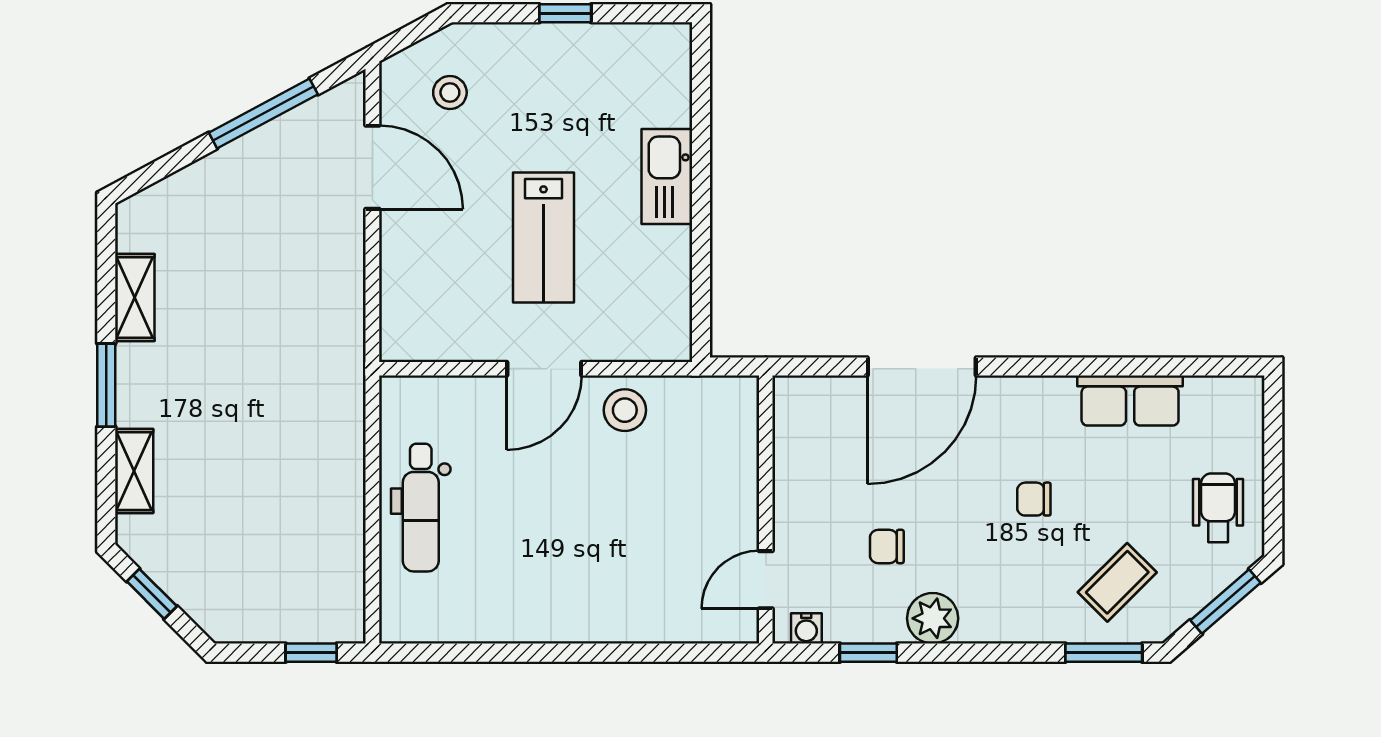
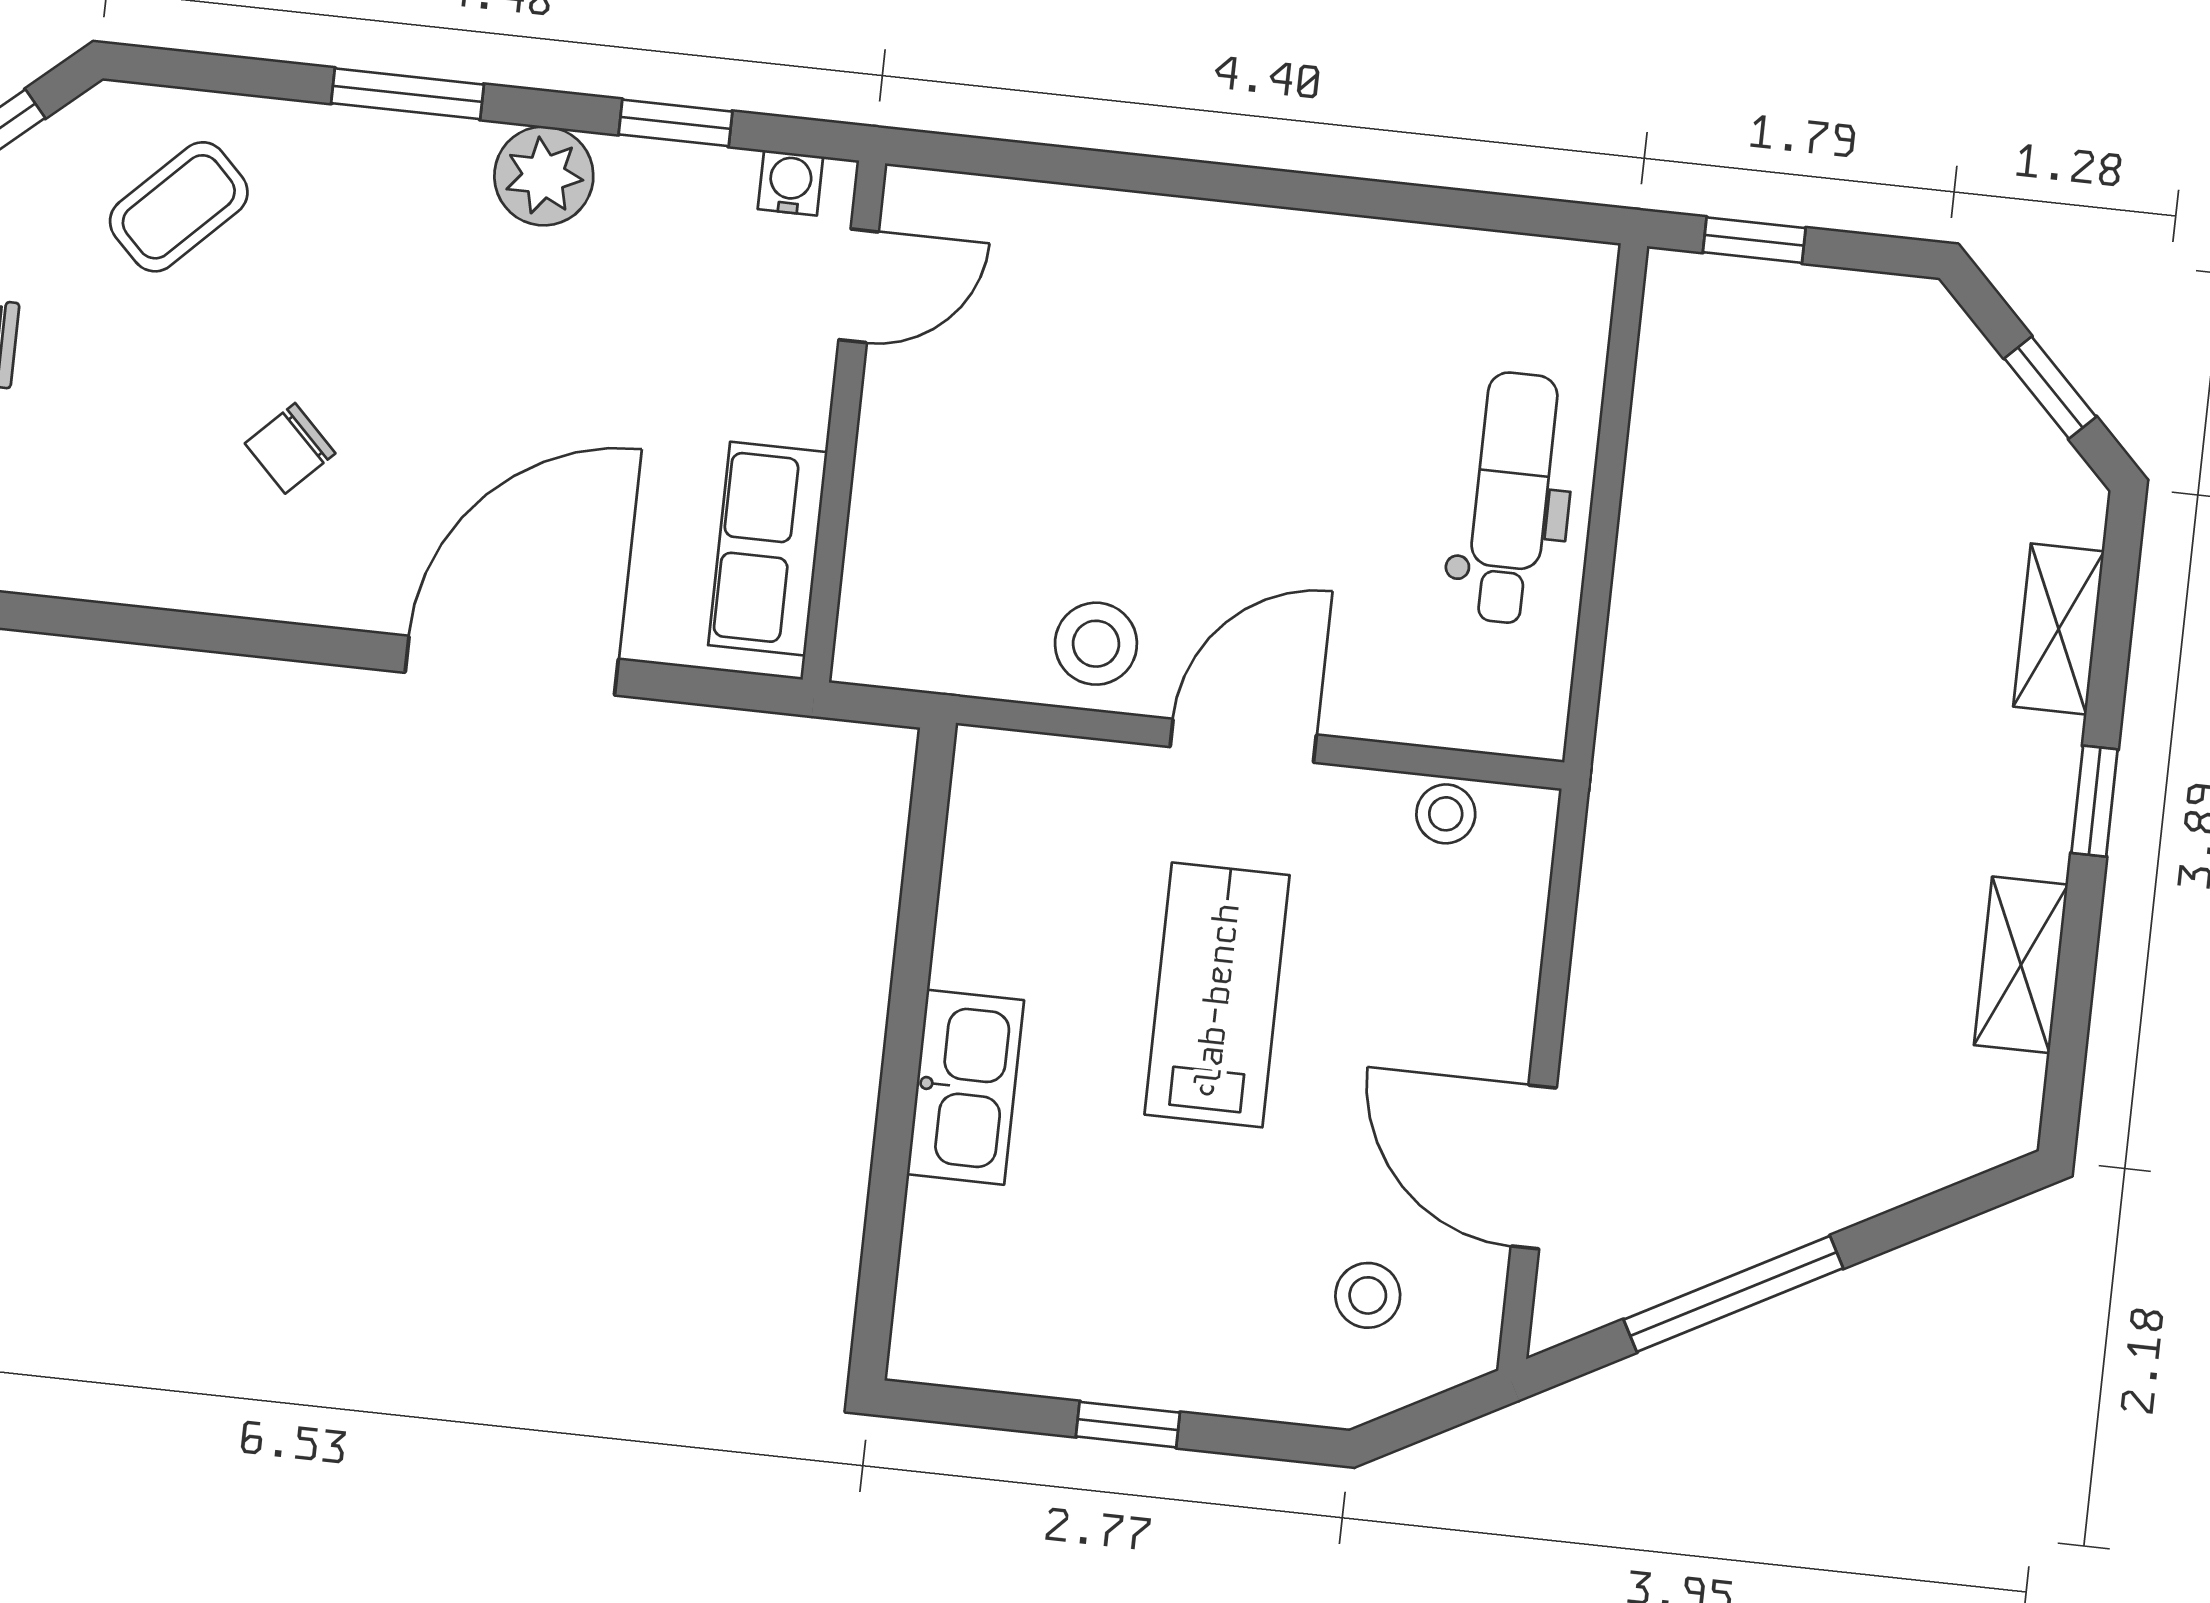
stool: (437, 343) -> (1446, 814), added
window: (106, 385) -> (2095, 801), width x0.67
row of seats: (1130, 401) -> (768, 549), moved, turned -90
chair: (1034, 499) -> (290, 448), moved, turned 135
chair: (887, 546) -> (617, 325), removed
window: (1104, 653) -> (408, 94), moved

